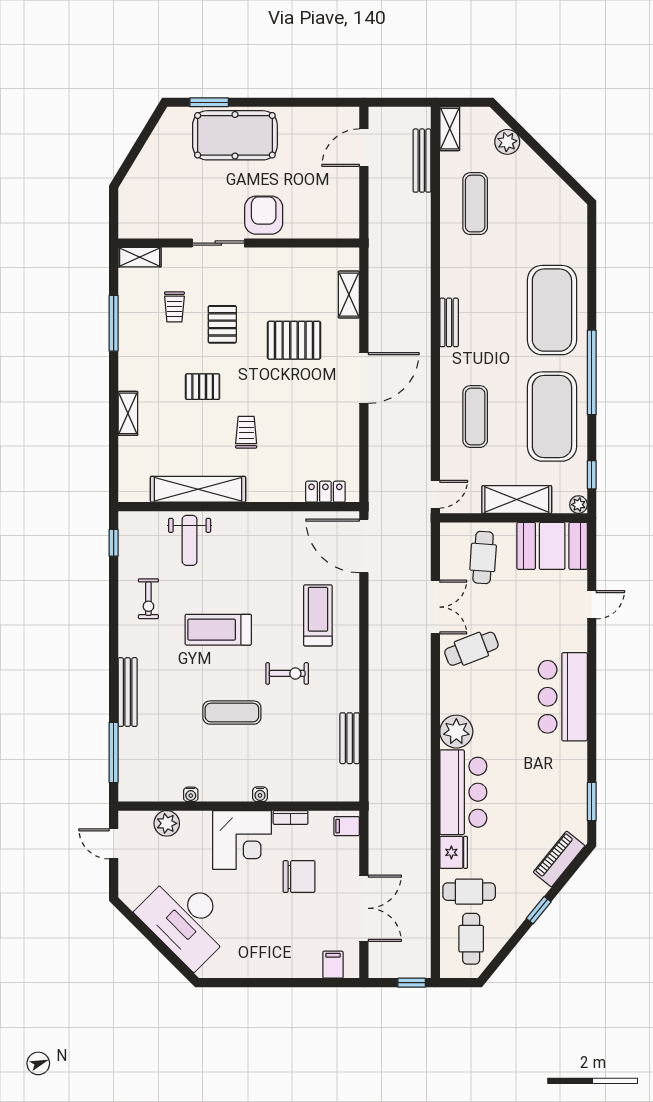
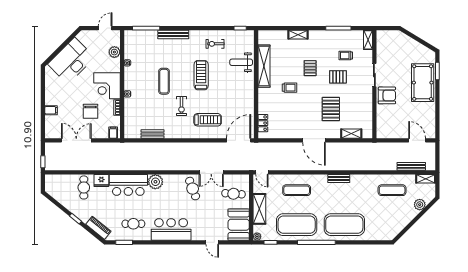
double door: (364, 908) -> (76, 140), swing flipped
cafe table: (471, 939) -> (133, 224), moved
filing cabinet: (333, 965) -> (51, 110), moved

